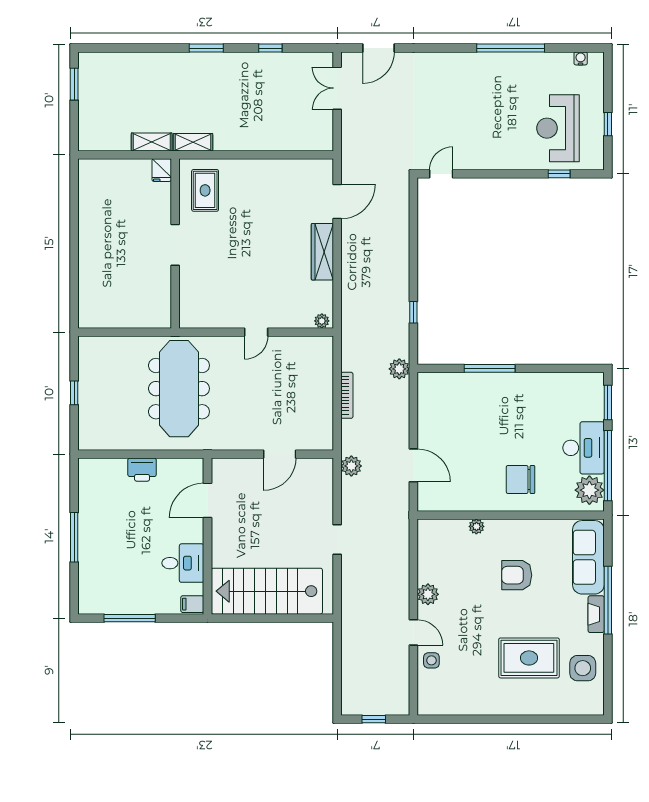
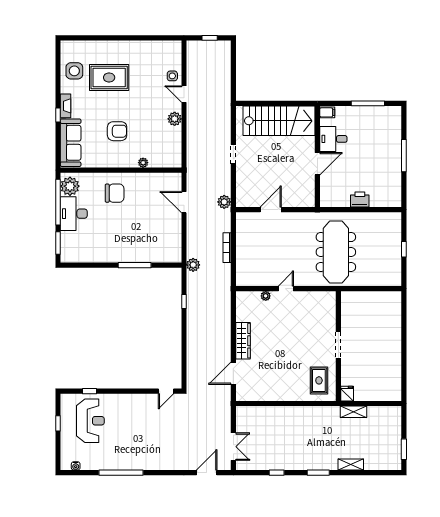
shelving: (193, 142) -> (351, 464), moved
plant: (322, 321) -> (266, 296), moved
door: (208, 500) -> (317, 164), moved
window: (608, 600) -> (58, 115), width x0.32

